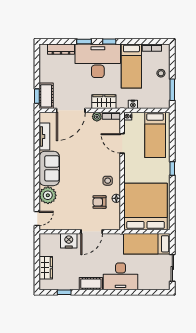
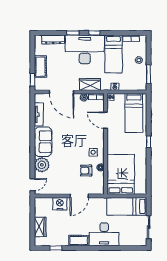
cot: (46, 96) -> (40, 67), moved
door: (71, 110) -> (62, 92), hinge flipped
bed: (146, 206) -> (121, 174), width x0.73

